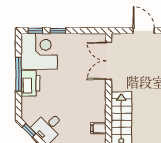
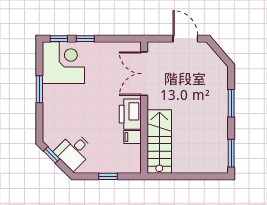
window: (19, 74) -> (39, 89), width x0.69
printer: (30, 83) -> (130, 114), moved, turned 180
filing cabinet: (98, 128) -> (133, 137), moved

